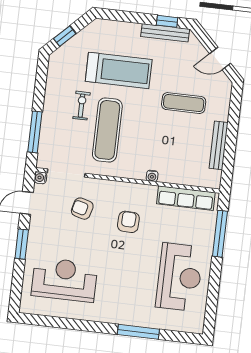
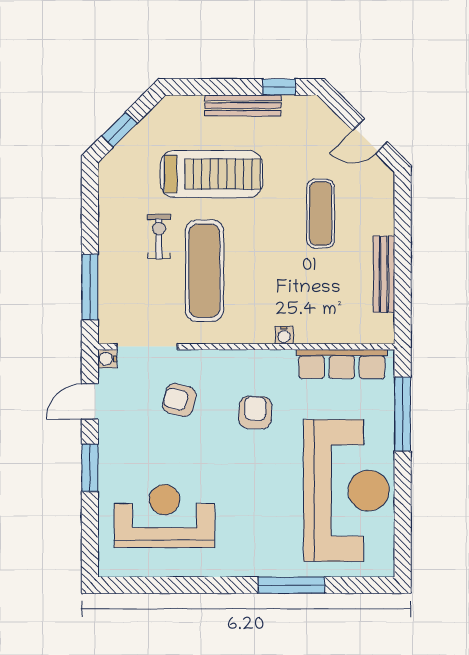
bench: (165, 33) -> (243, 106), moved
exercise mat: (184, 103) -> (321, 214), turned 90
reception desk: (179, 277) -> (346, 491), width x1.36, depth x1.30

